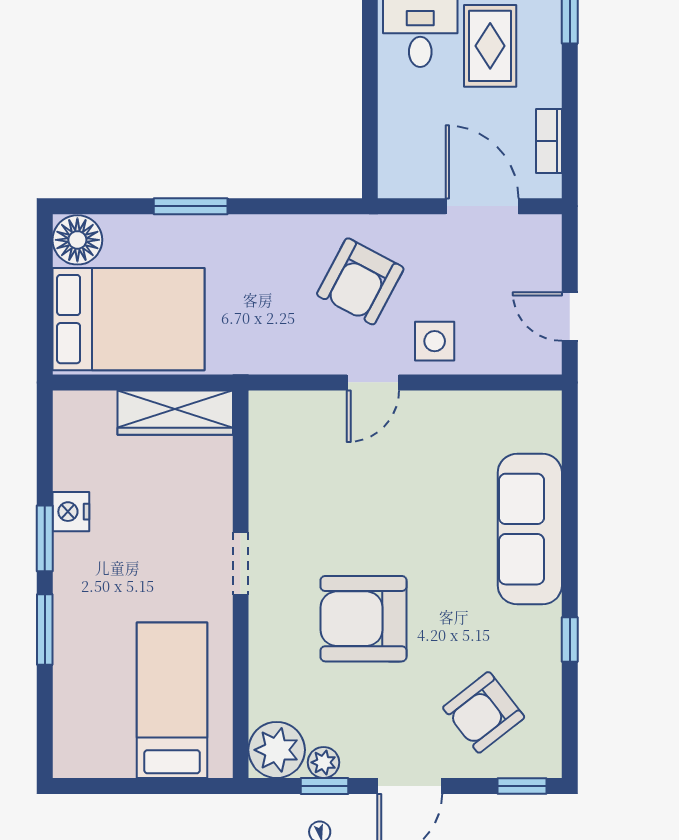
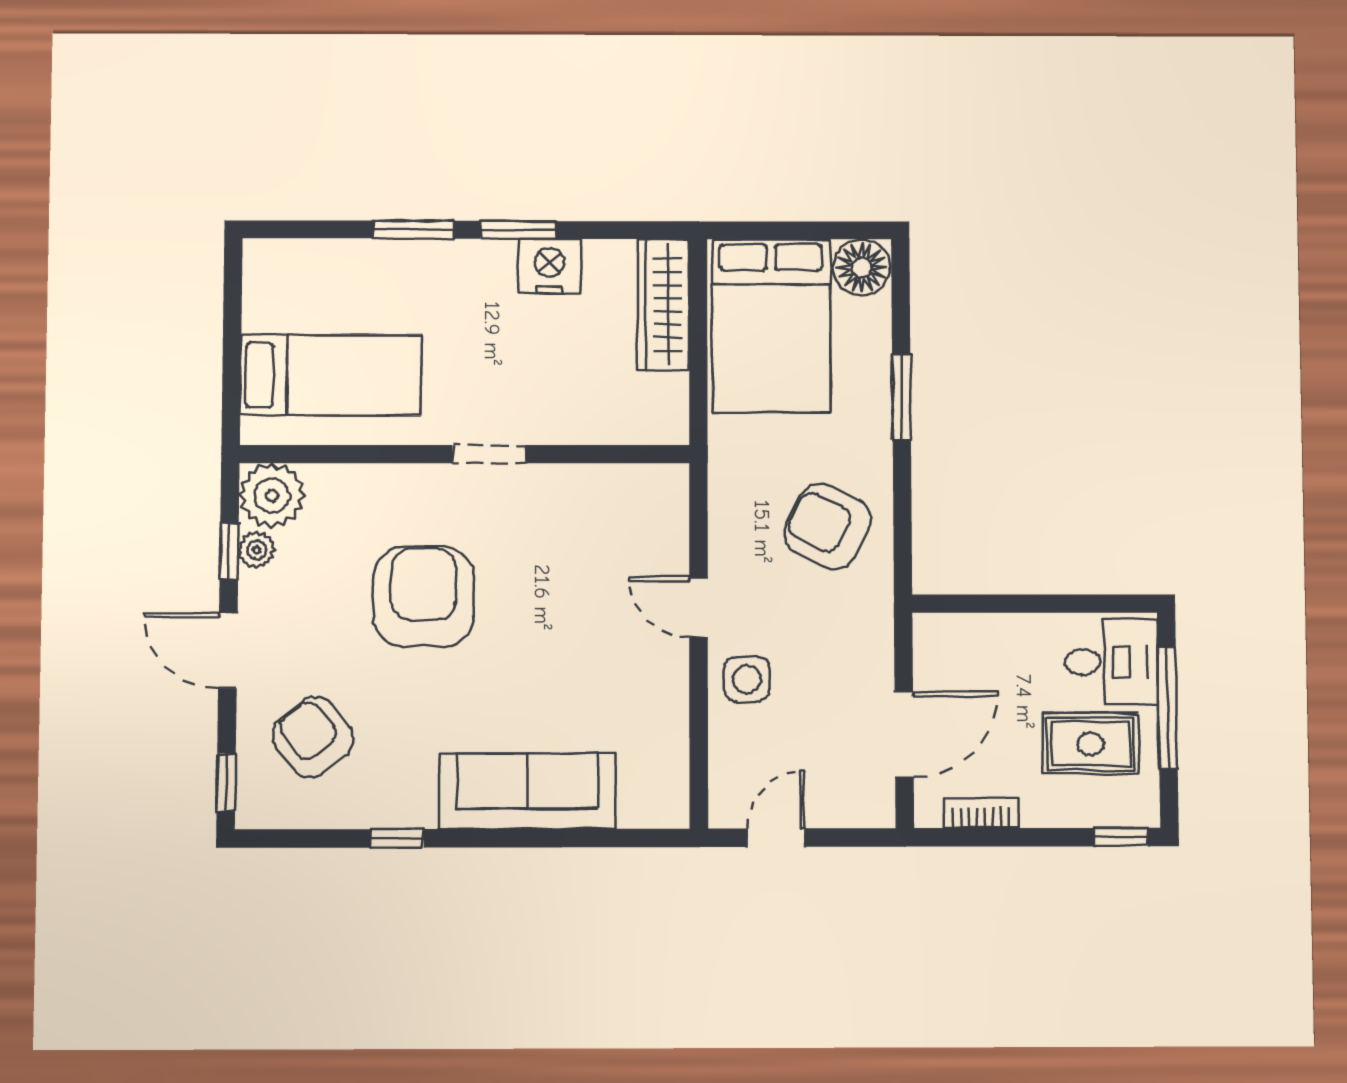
armchair: (360, 281) -> (827, 527), moved
wardrobe: (175, 413) -> (664, 305), moved
nightstand: (71, 512) -> (550, 266), width x1.36, depth x1.33

